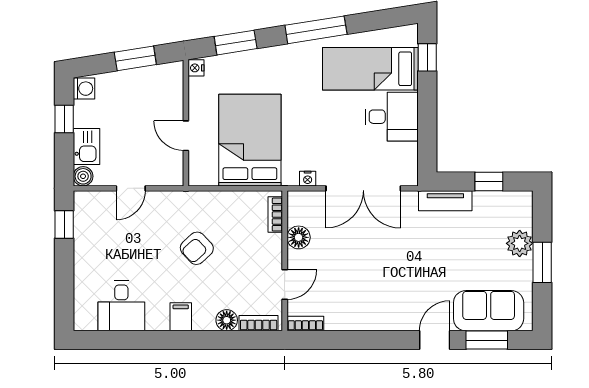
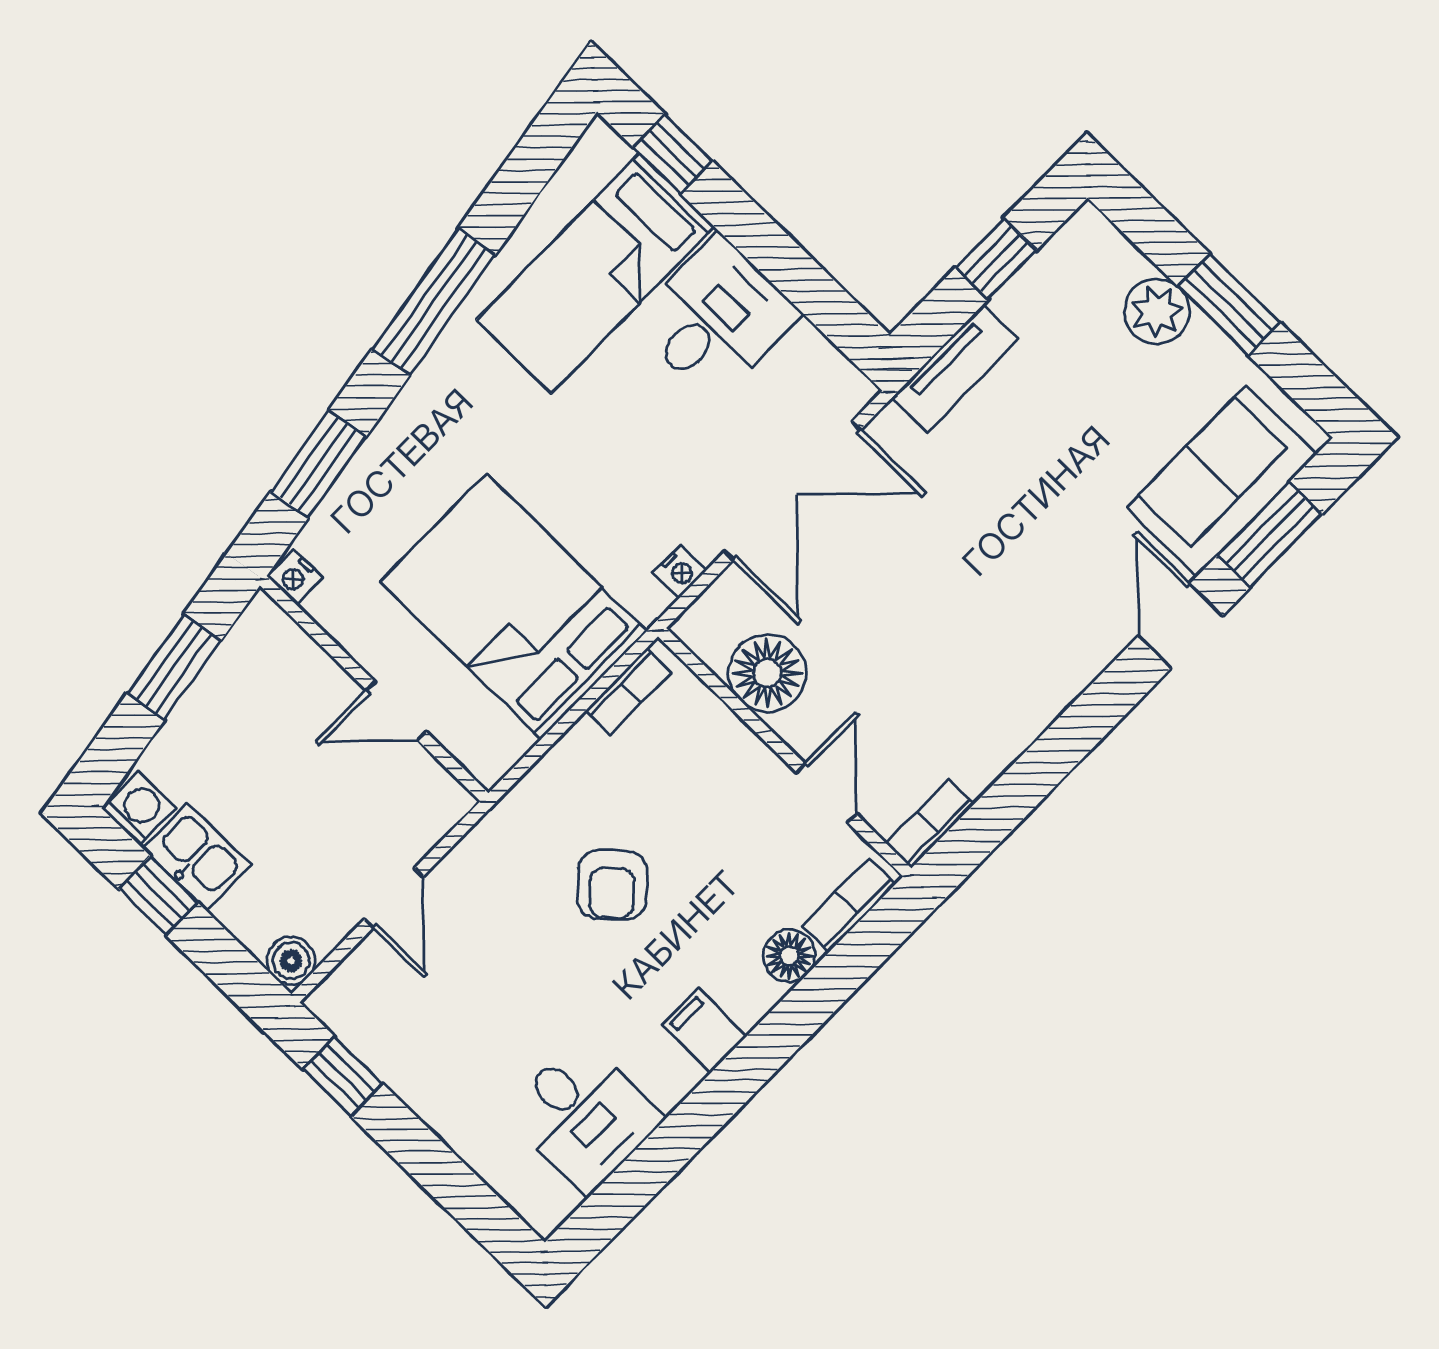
kitchen sink: (86, 147) -> (197, 857), moved
bookcase: (275, 215) -> (628, 692), moved, turned -90
floor lamp: (299, 237) -> (767, 673), width x1.38, depth x1.38

